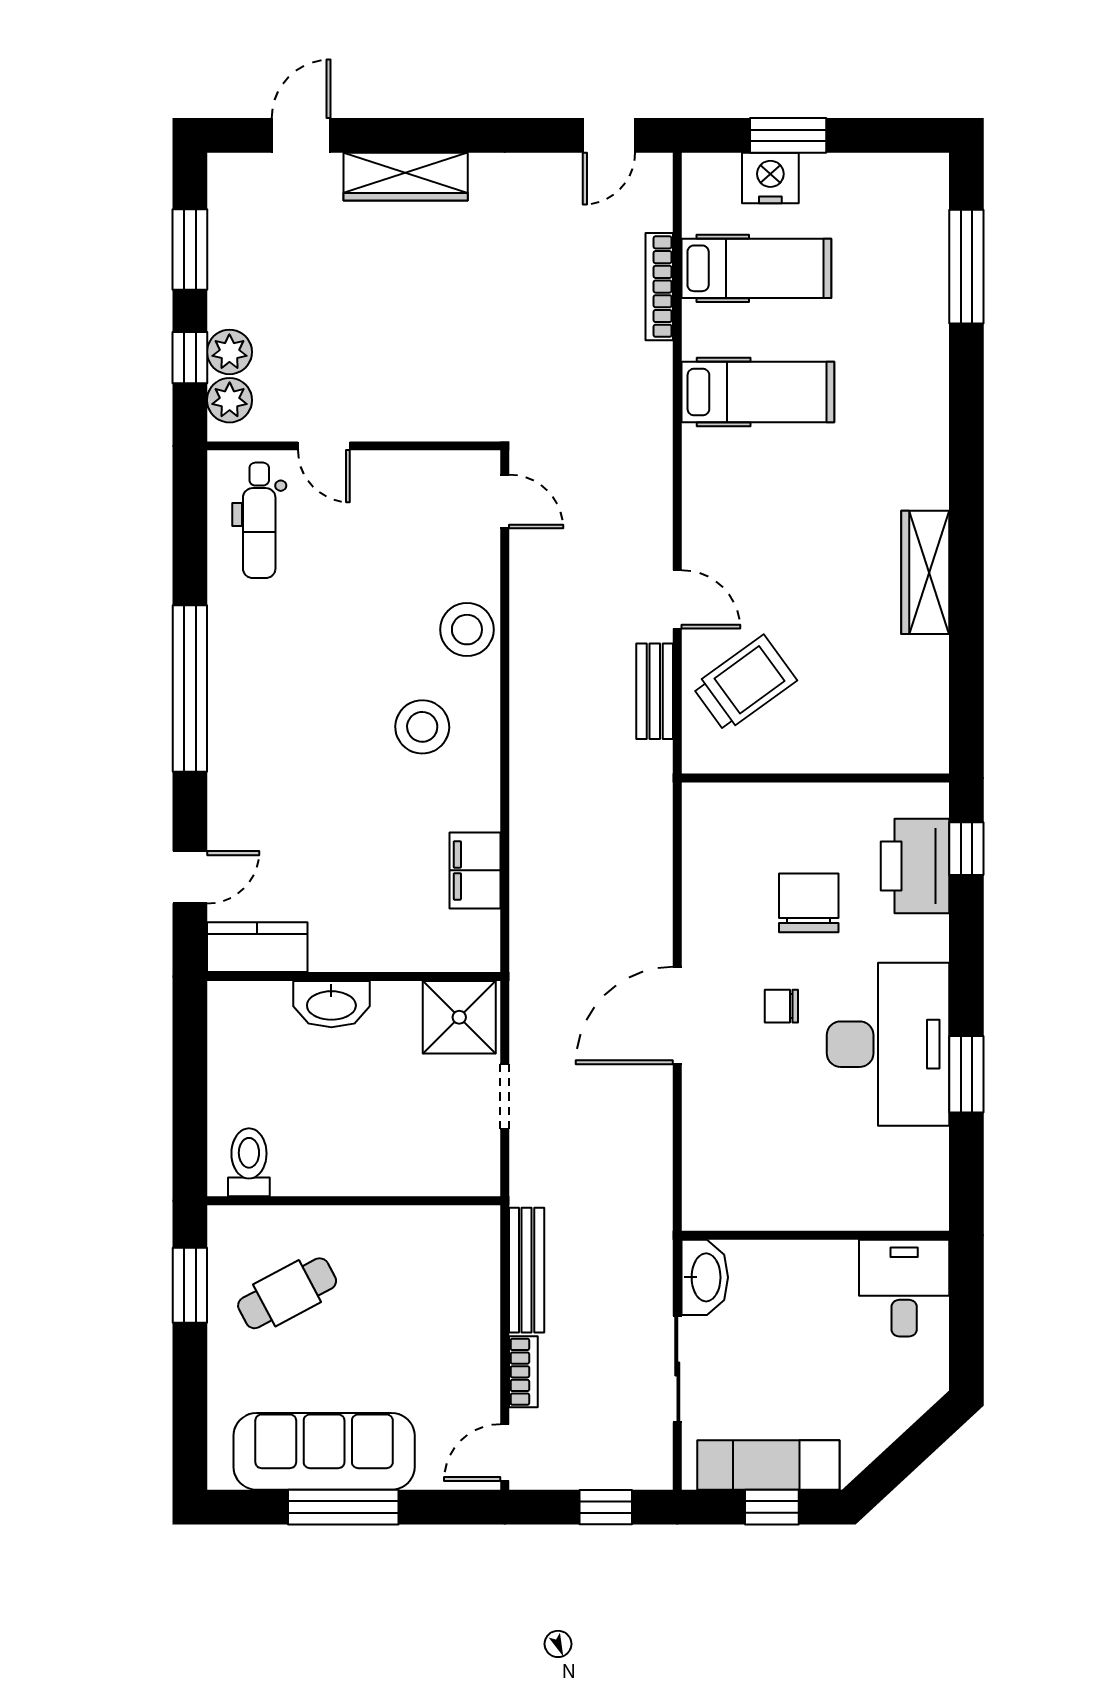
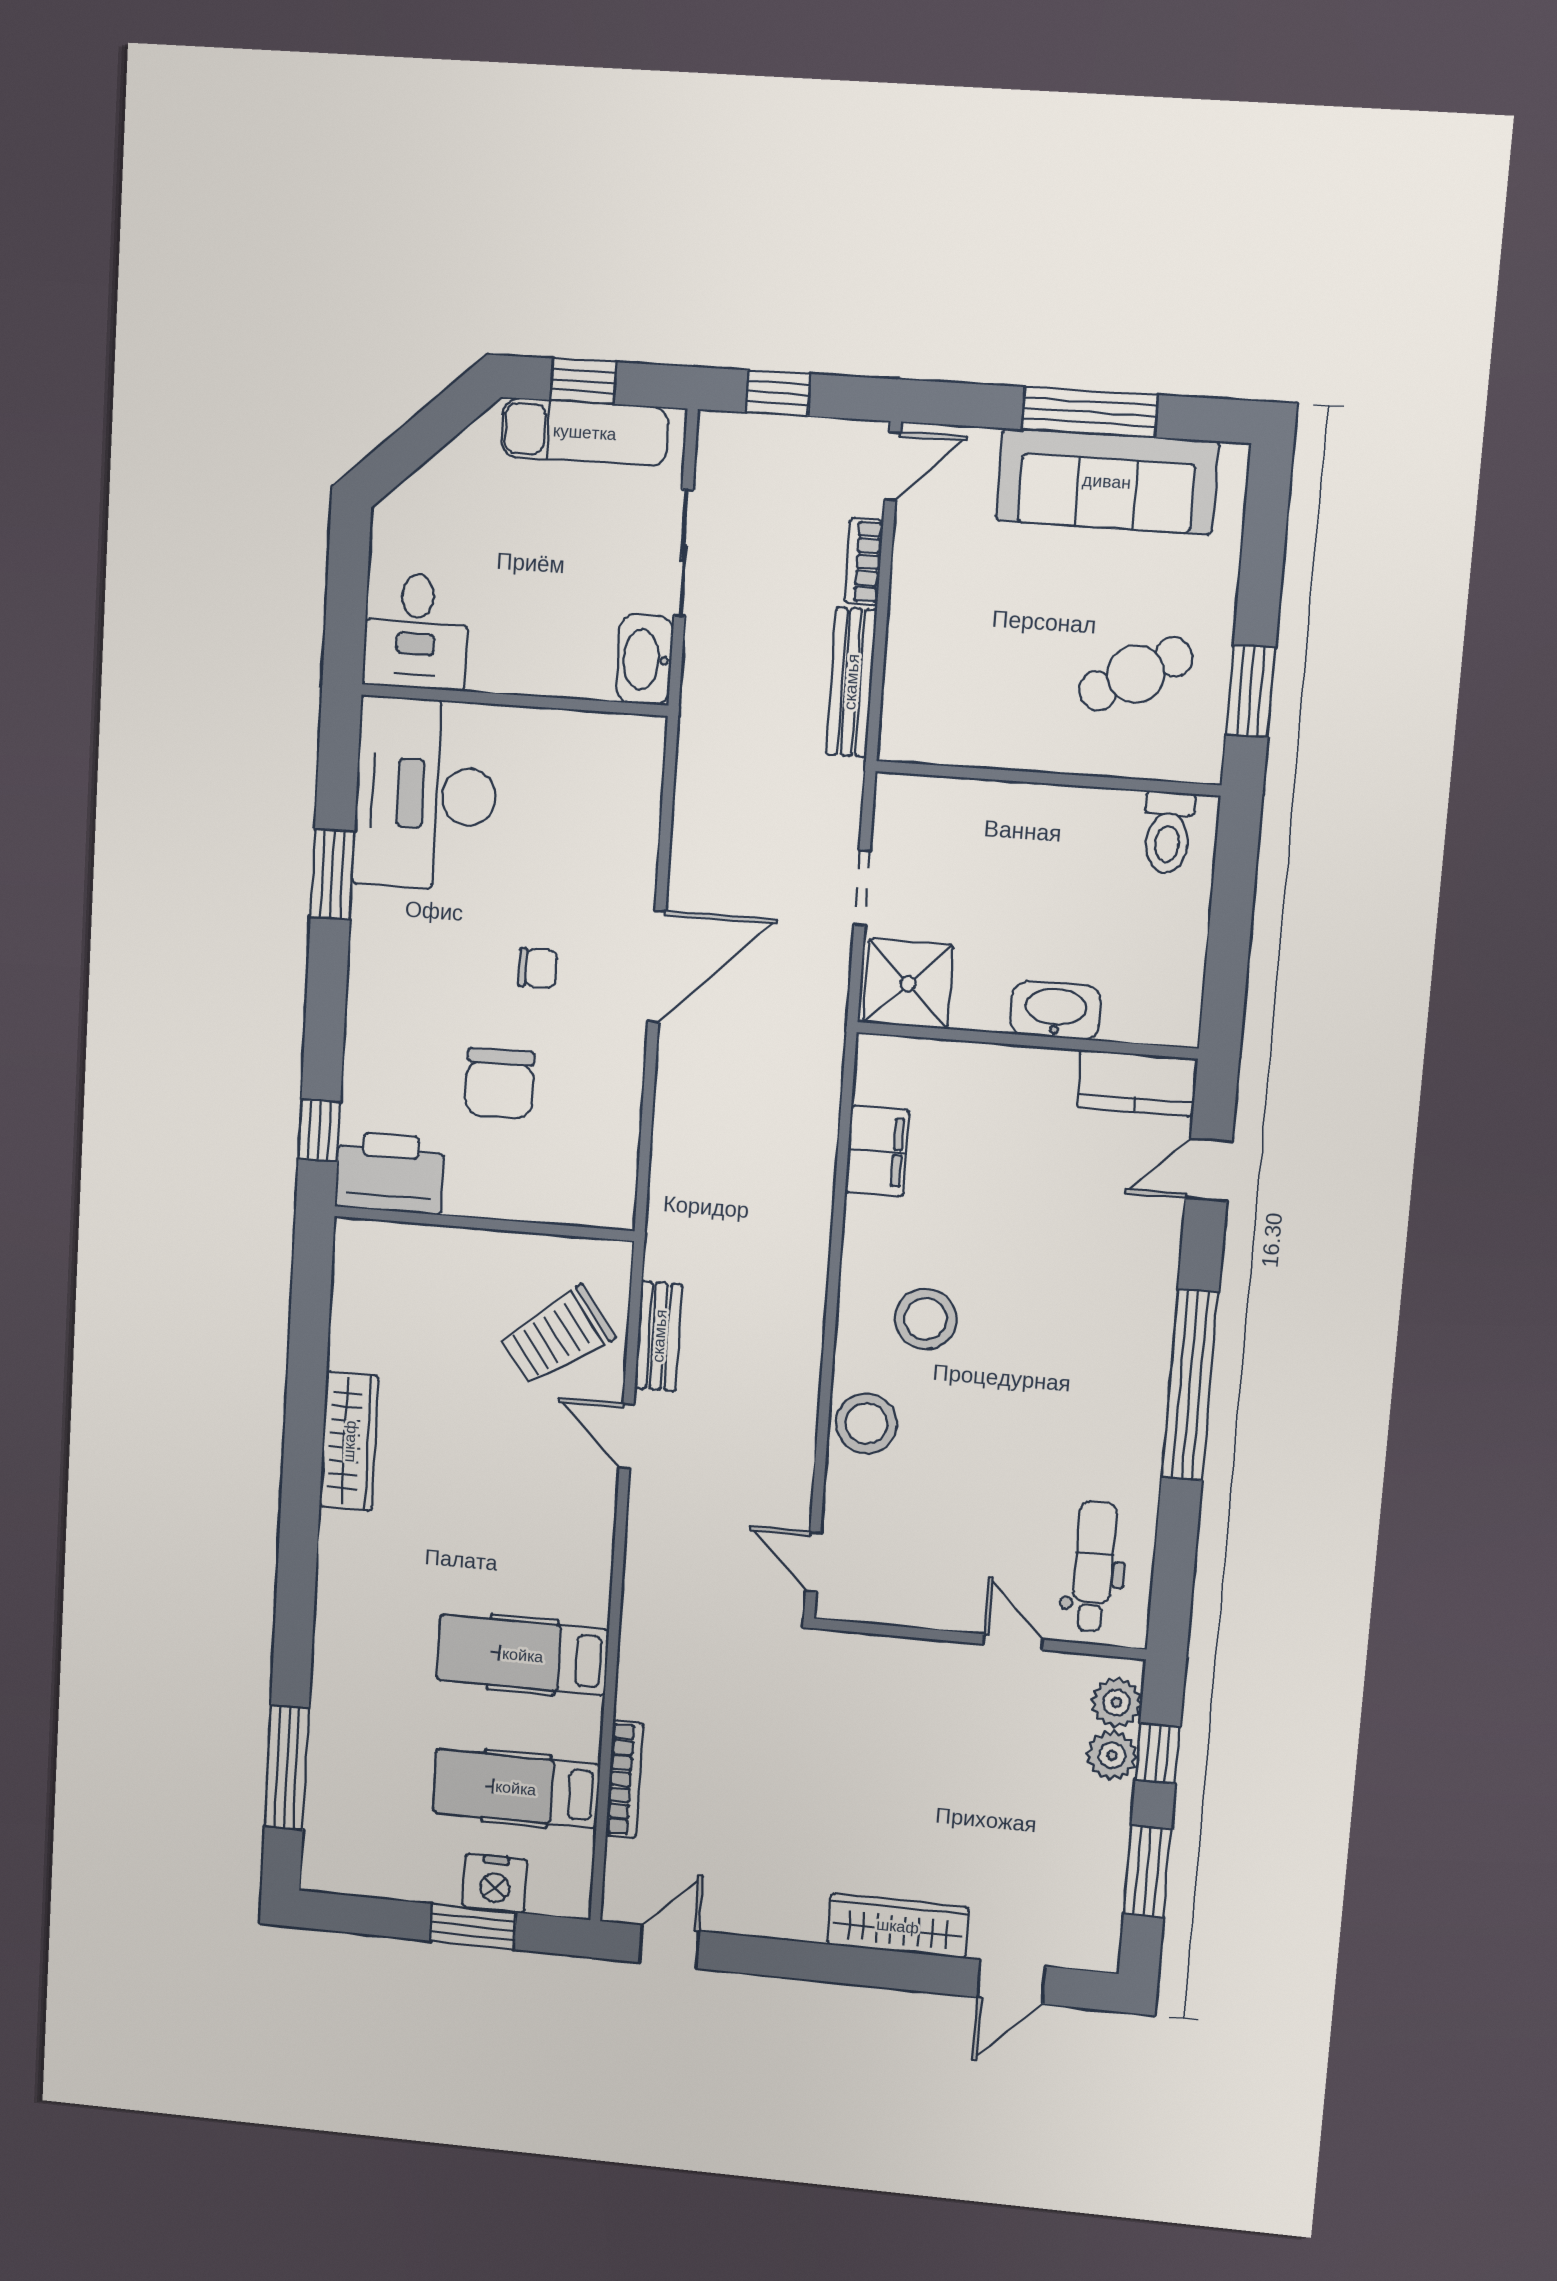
printer: (915, 866) -> (390, 1173), moved, turned -90
desk: (888, 1044) -> (426, 794), moved

